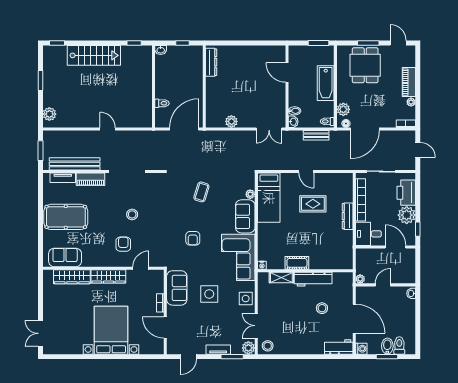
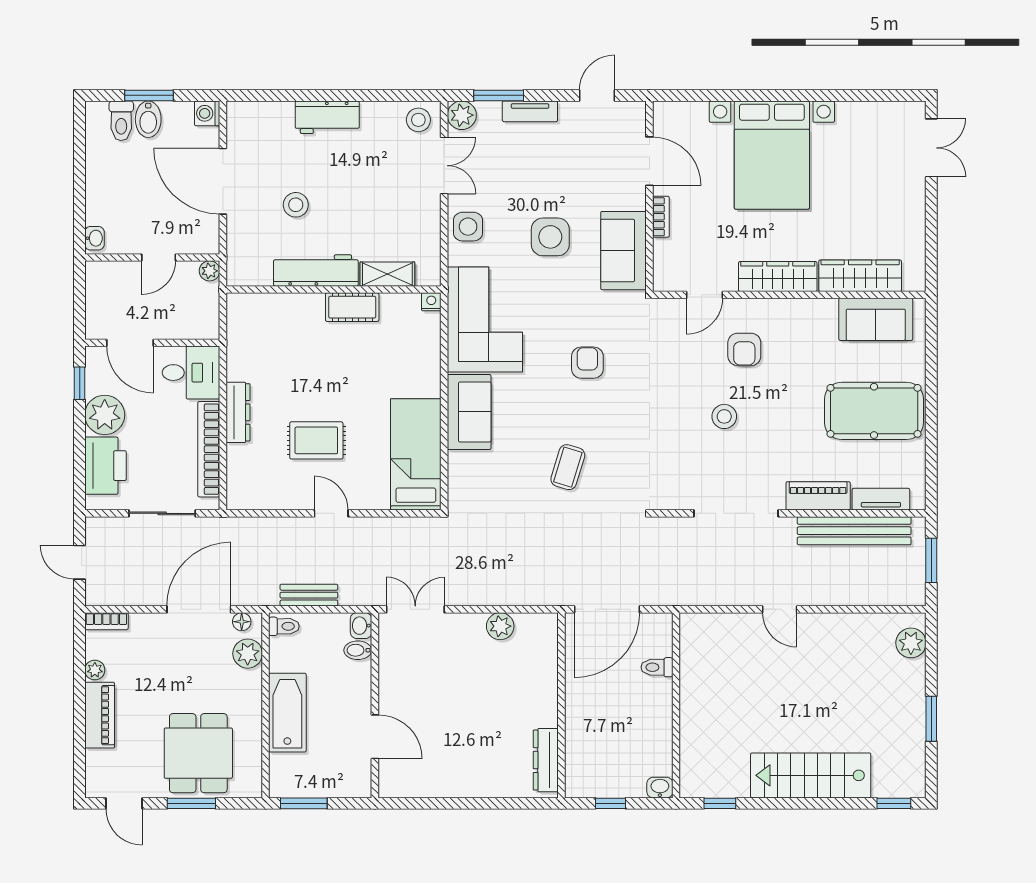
plant: (250, 194) -> (458, 462), removed
workbench: (339, 347) -> (327, 117), moved

